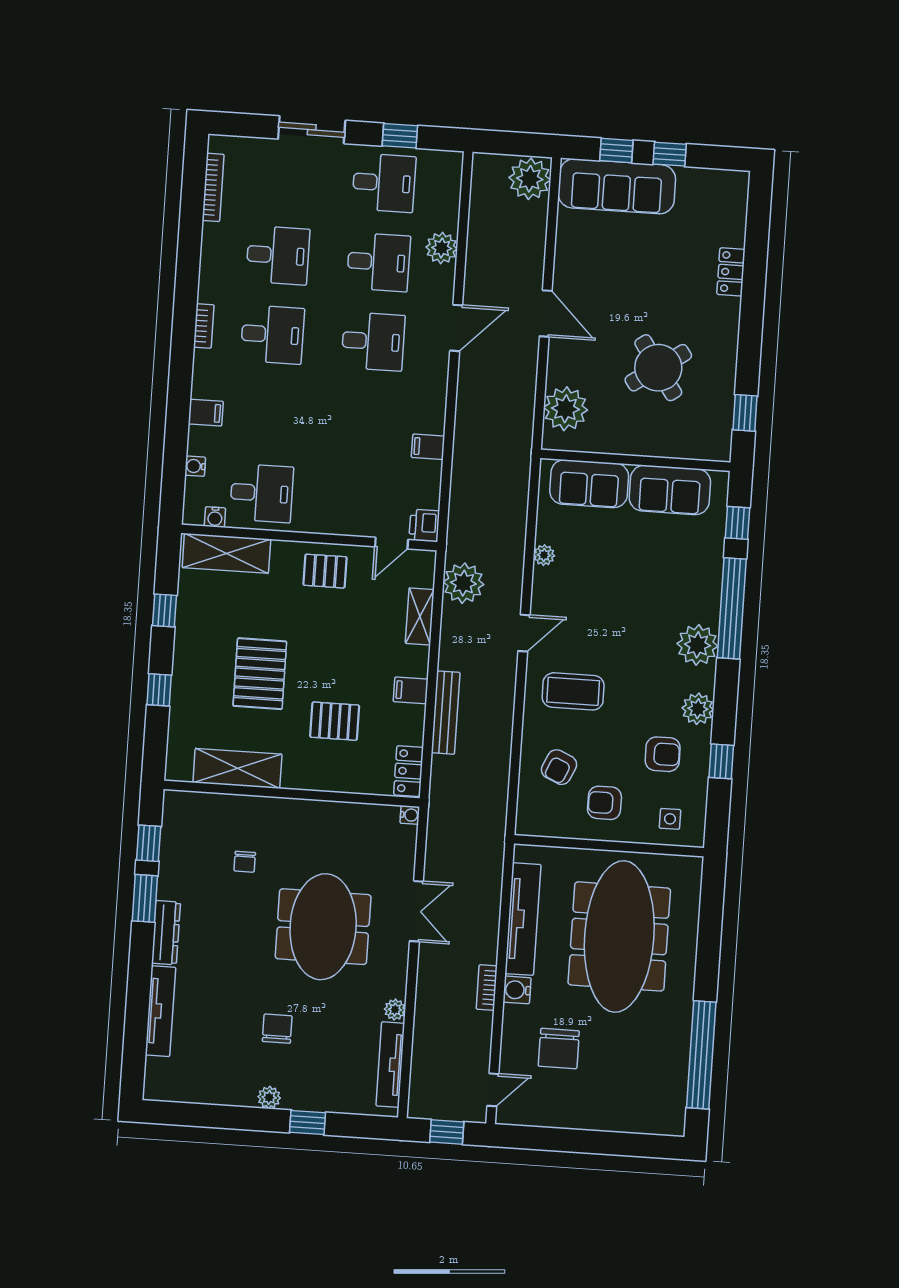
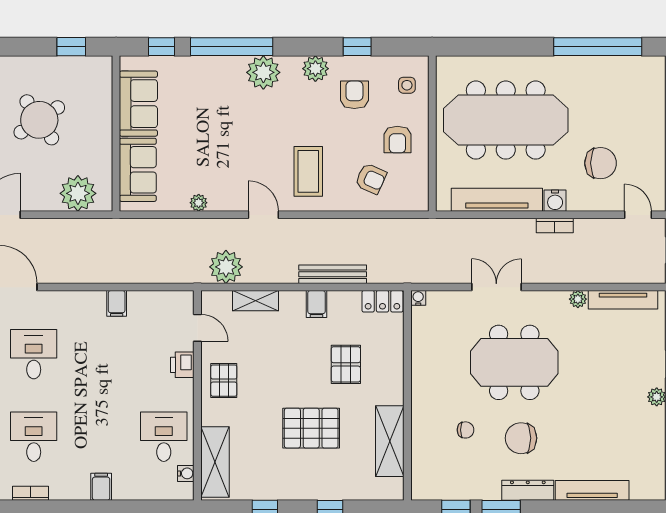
water cooler: (195, 466) -> (145, 492), removed
printer: (424, 526) -> (182, 365), moved, turned 90
chair: (277, 1029) -> (521, 438), moved, width x1.37, depth x1.37

